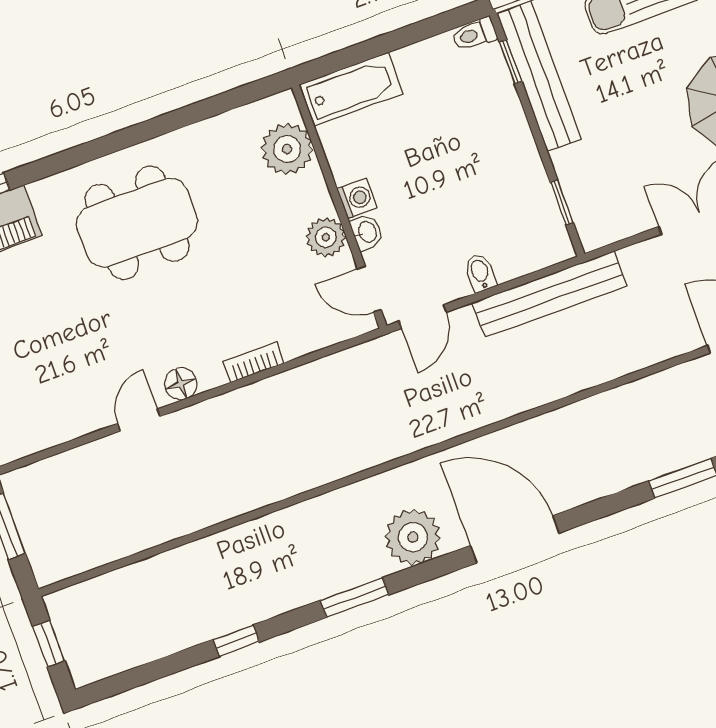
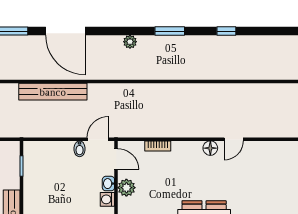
bidet: (480, 273) -> (80, 149), moved
bench: (549, 294) -> (53, 92), moved
bookcase: (254, 362) -> (158, 146), moved
plant: (413, 537) -> (130, 42), width x0.53, depth x0.53
door: (515, 539) -> (65, 31), moved

